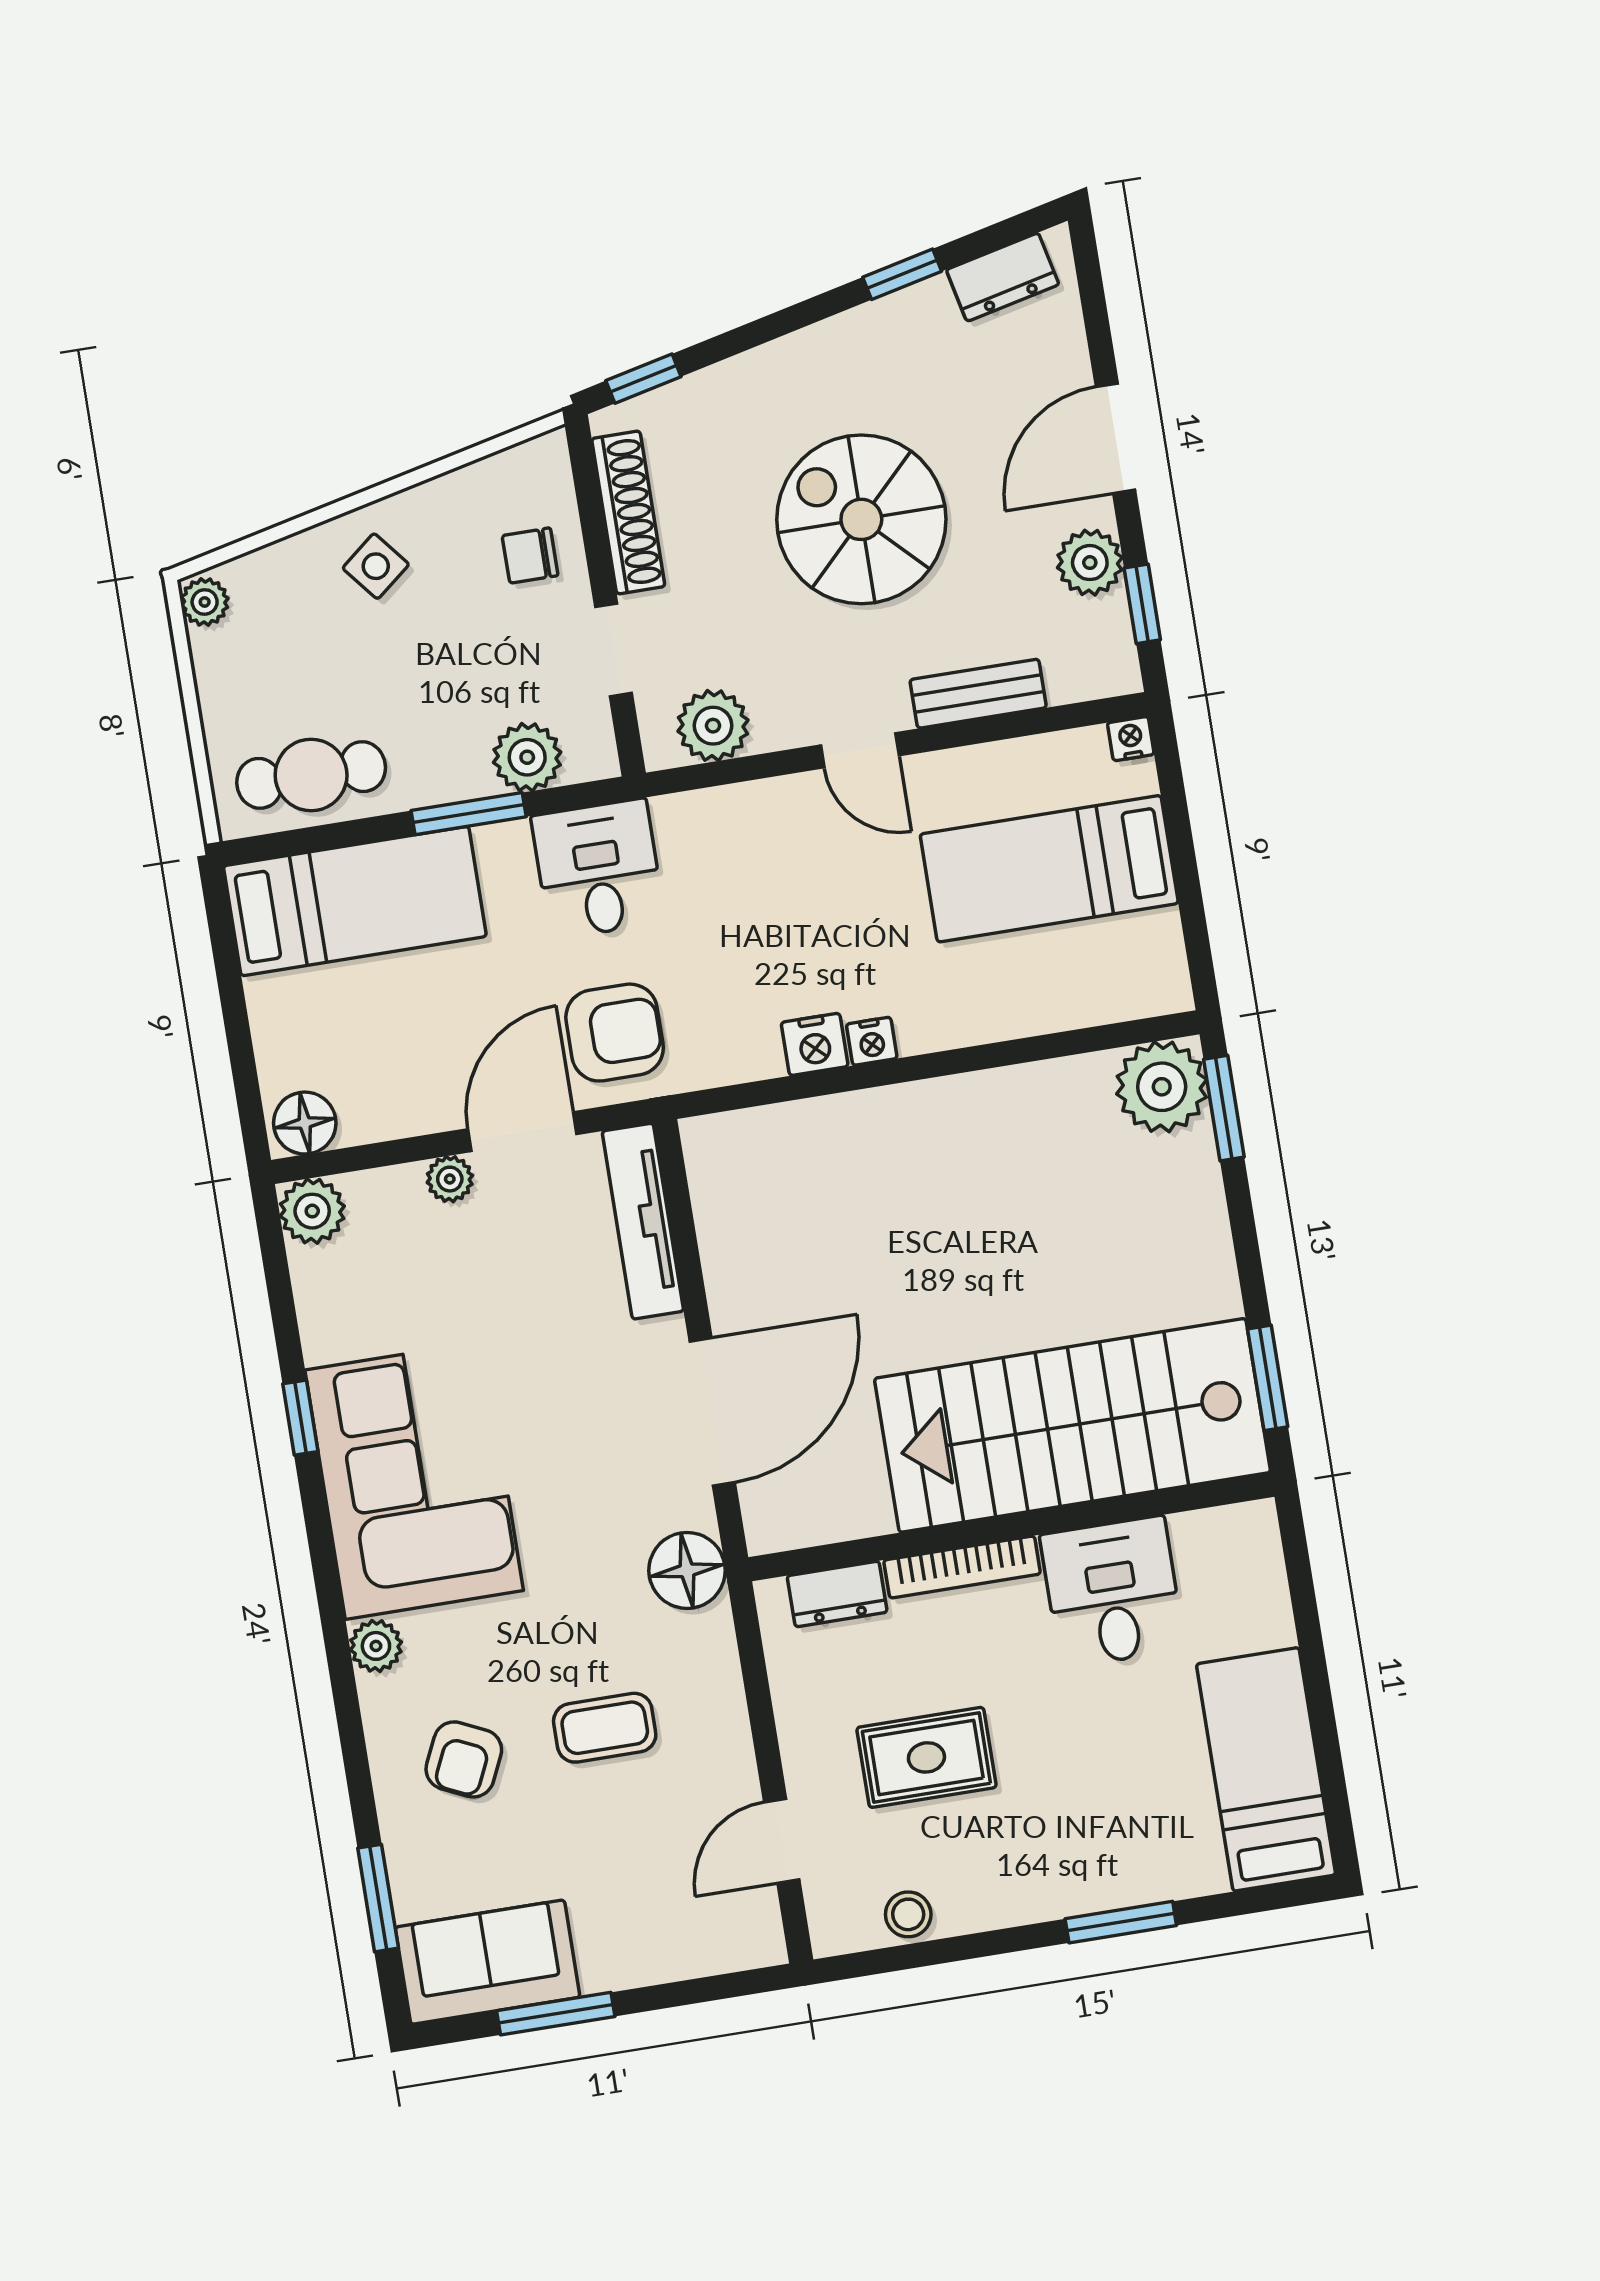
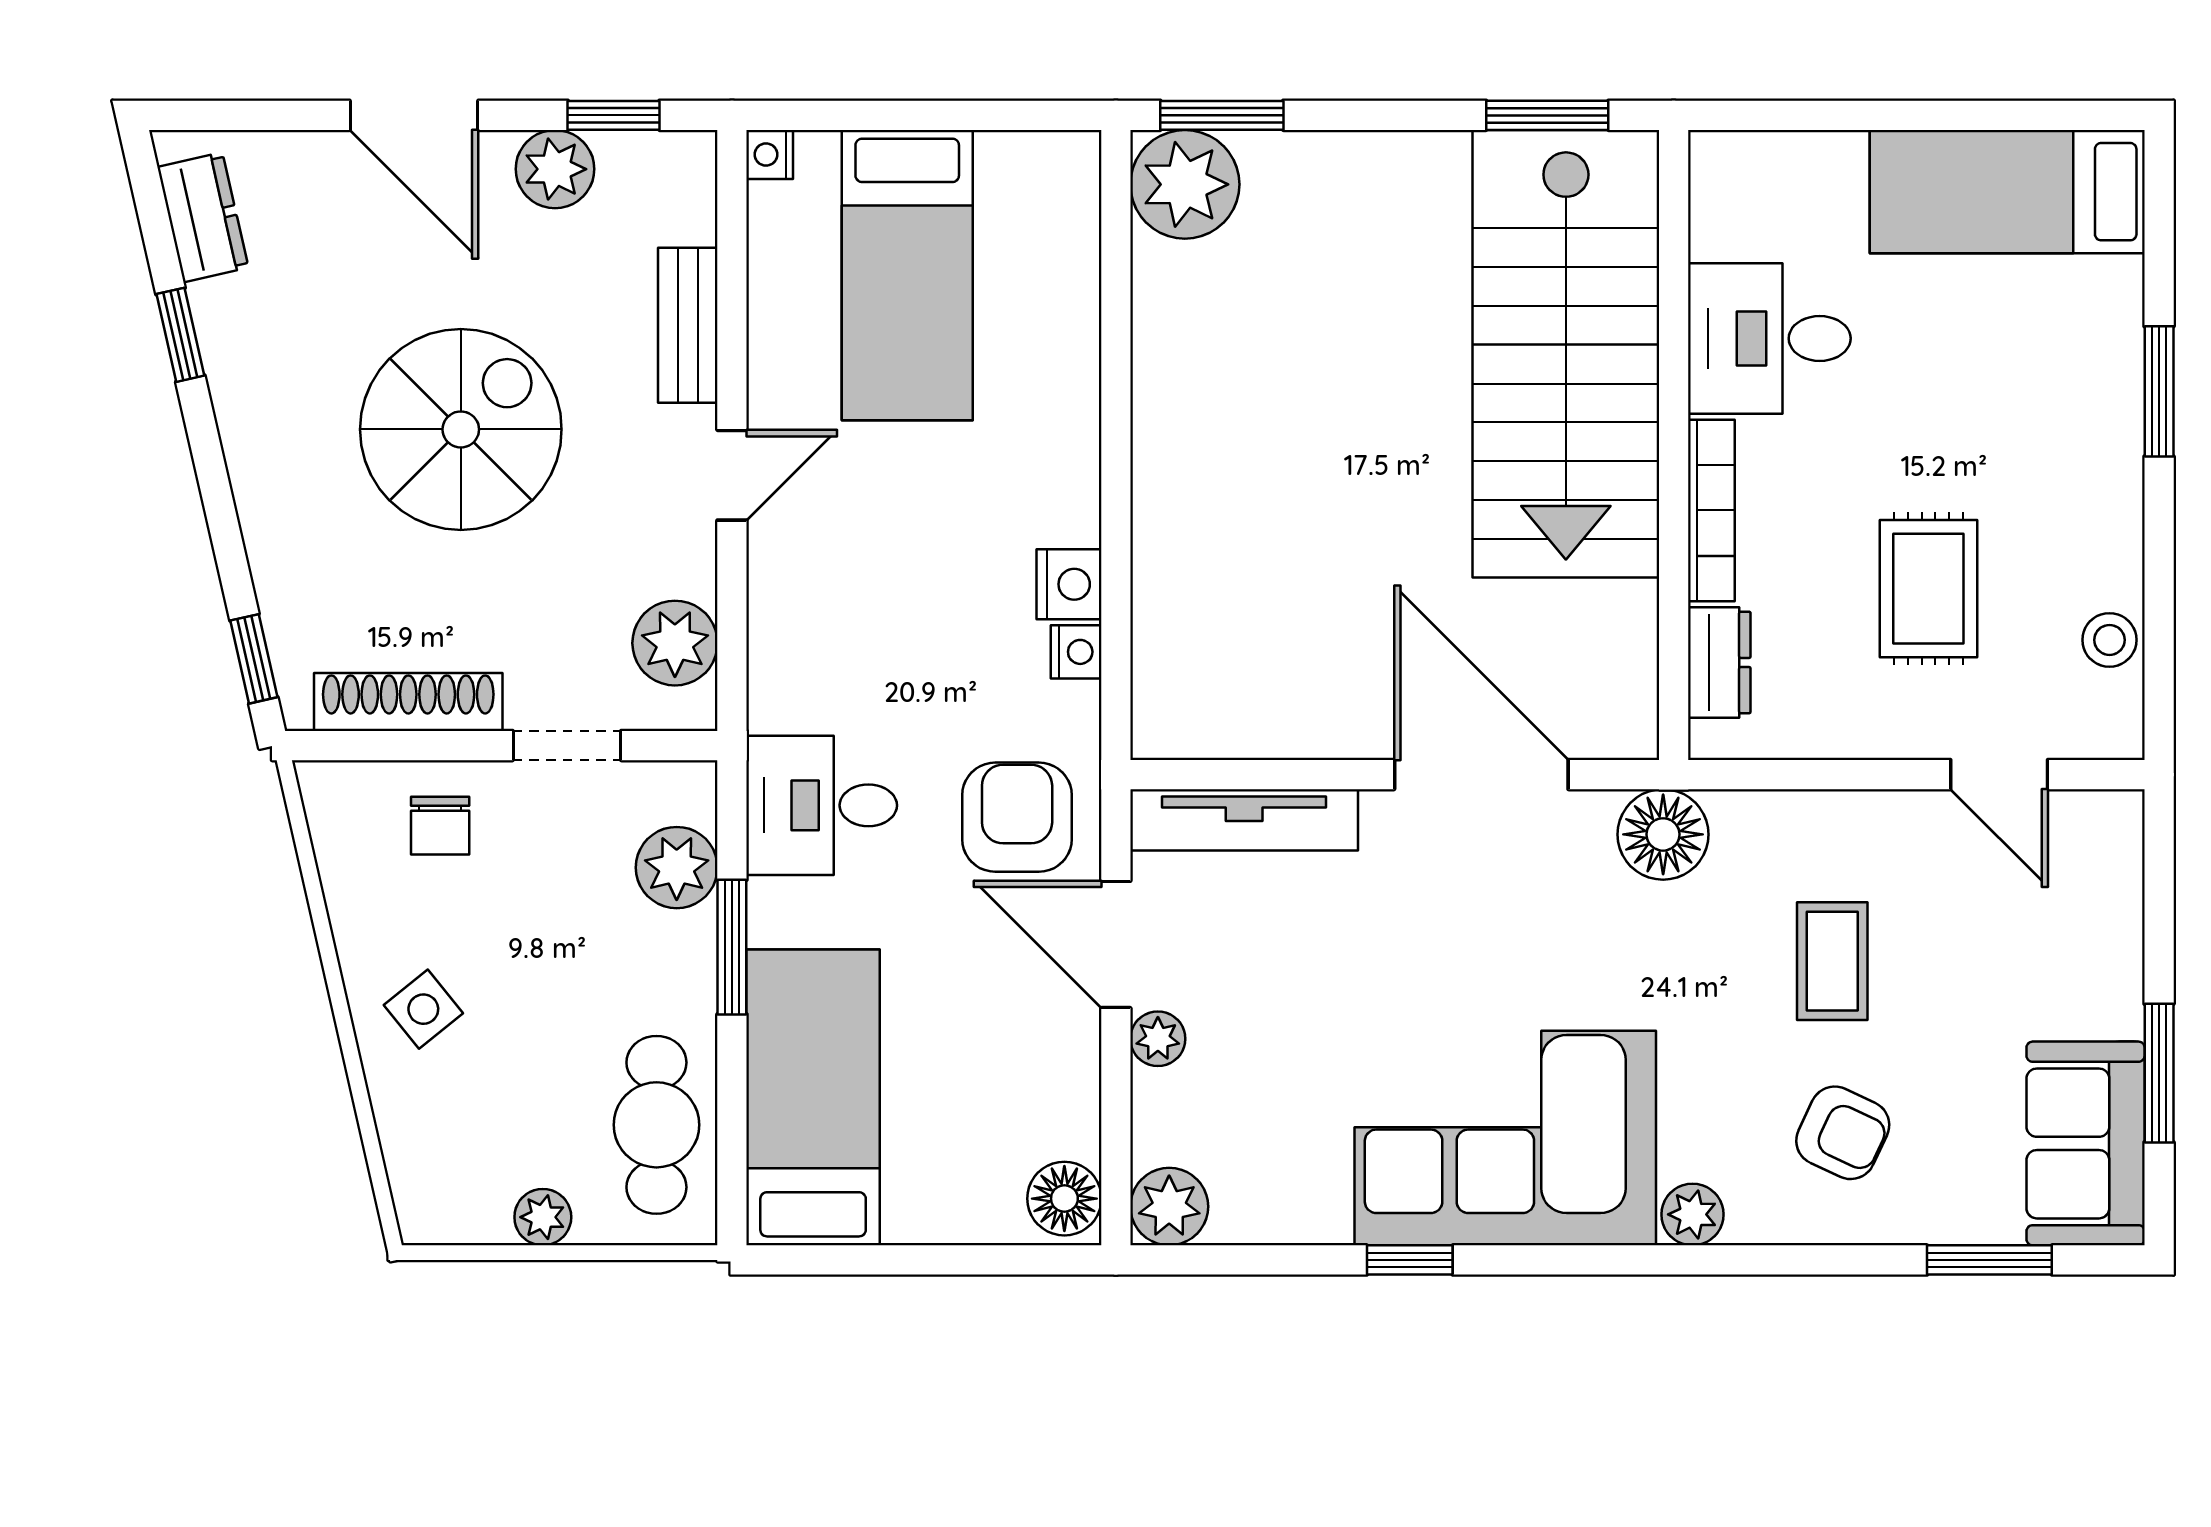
spiral stairs: (861, 519) -> (461, 429), turned 180
plant: (205, 602) -> (543, 1217), moved
nightstand: (872, 1041) -> (1076, 652), moved

